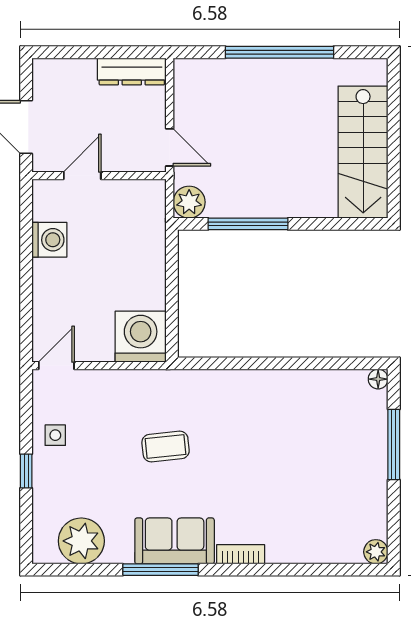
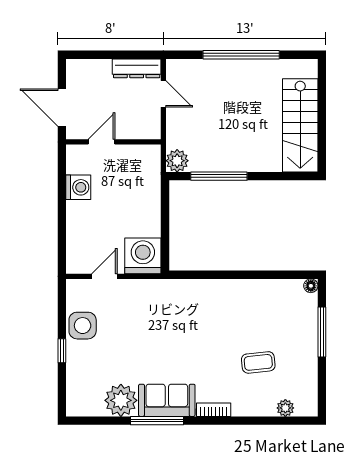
door: (170, 147) -> (163, 94), moved
door: (56, 366) -> (104, 276), moved
side table: (55, 435) -> (83, 326), width x1.87, depth x1.87
coffee table: (166, 447) -> (258, 362), moved
plant: (81, 541) -> (121, 400), moved
plant: (376, 552) -> (285, 408), moved

